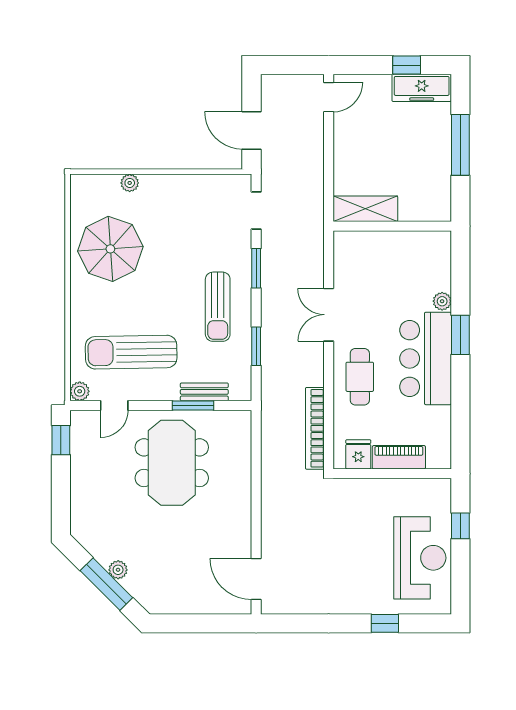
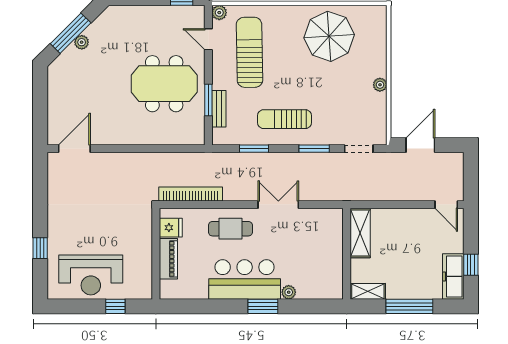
plant: (130, 183) -> (380, 85), moved
shelving: (441, 199) -> (368, 291), added

